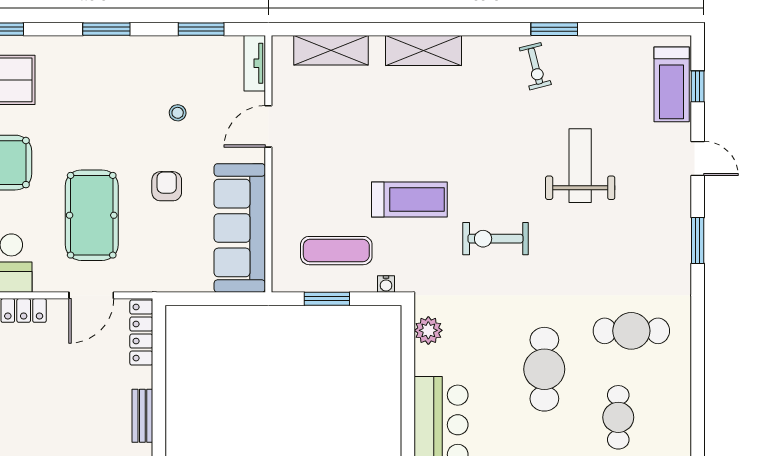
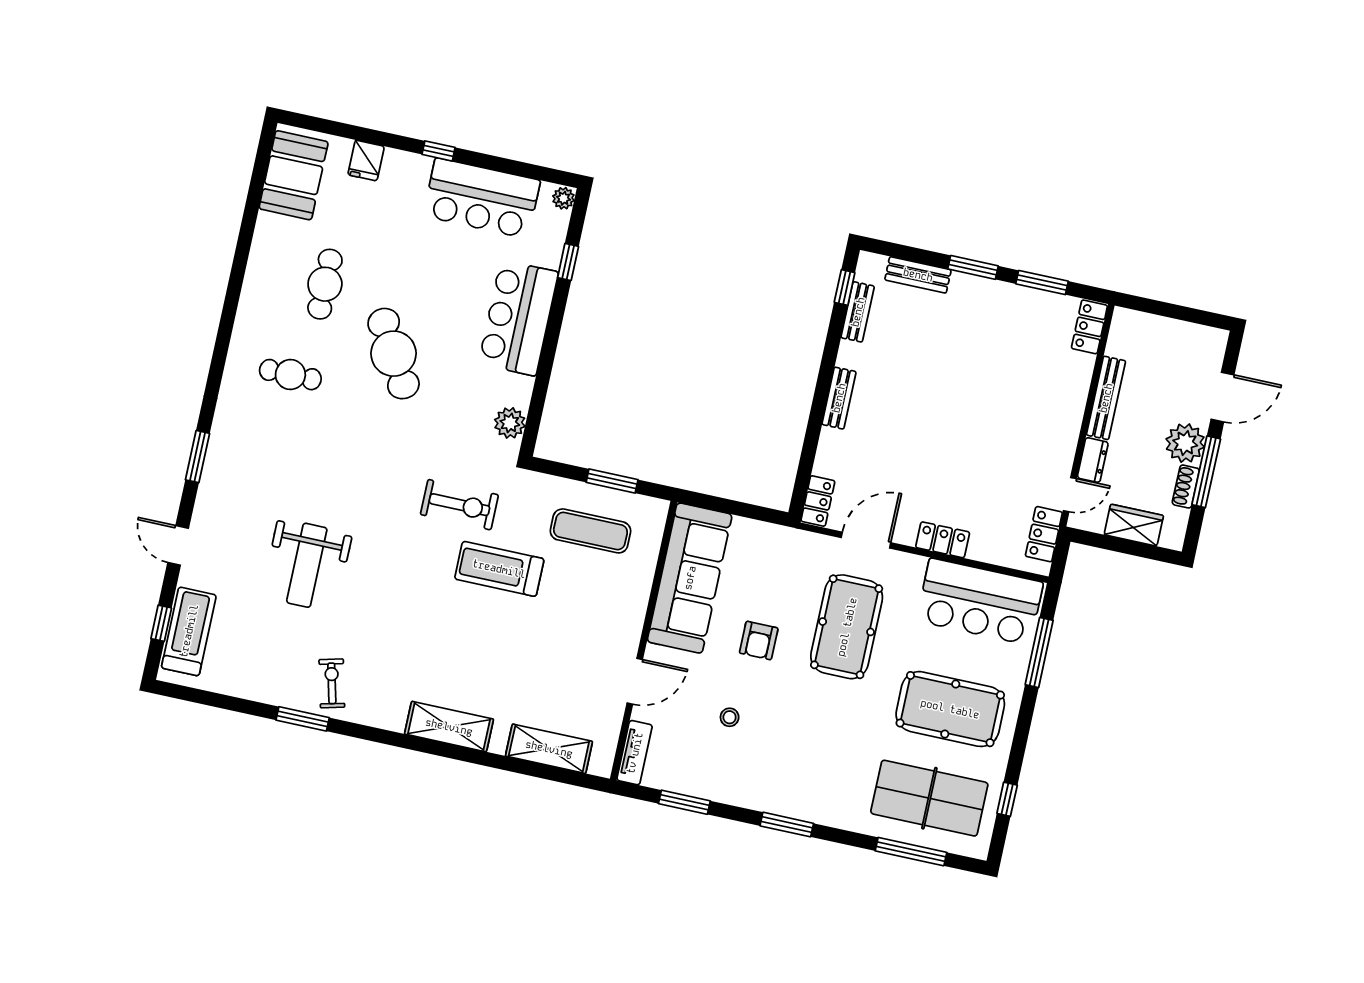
exercise bike: (495, 239) -> (459, 505), moved
water cooler: (386, 284) -> (545, 483), removed
cafe table: (631, 331) -> (290, 375), width x0.73, depth x0.74
locker: (141, 333) -> (818, 501), width x0.66
cafe table: (544, 369) -> (394, 354), turned -30

